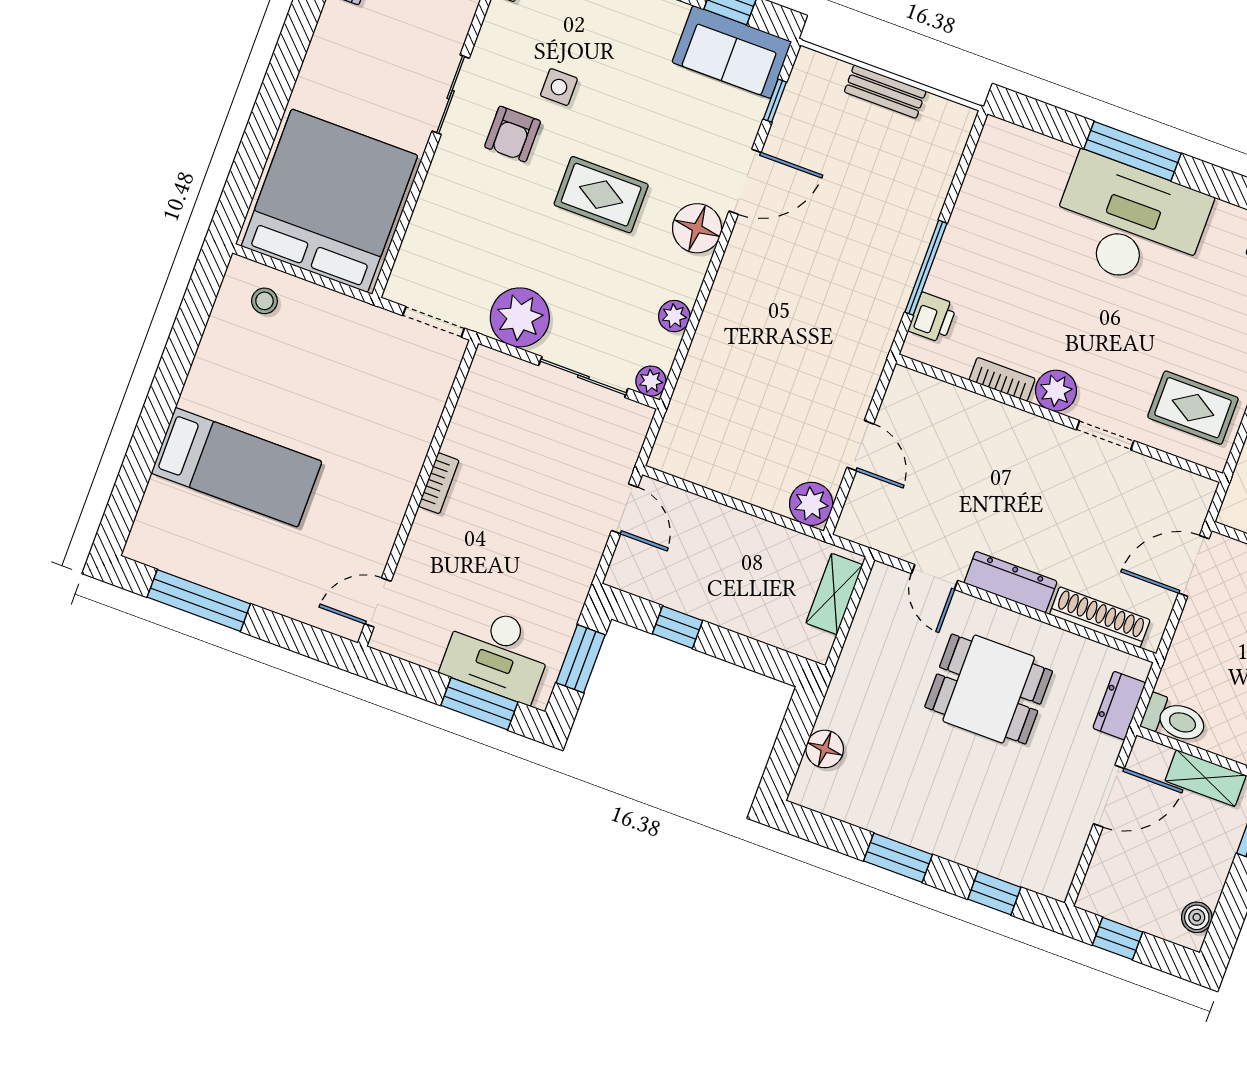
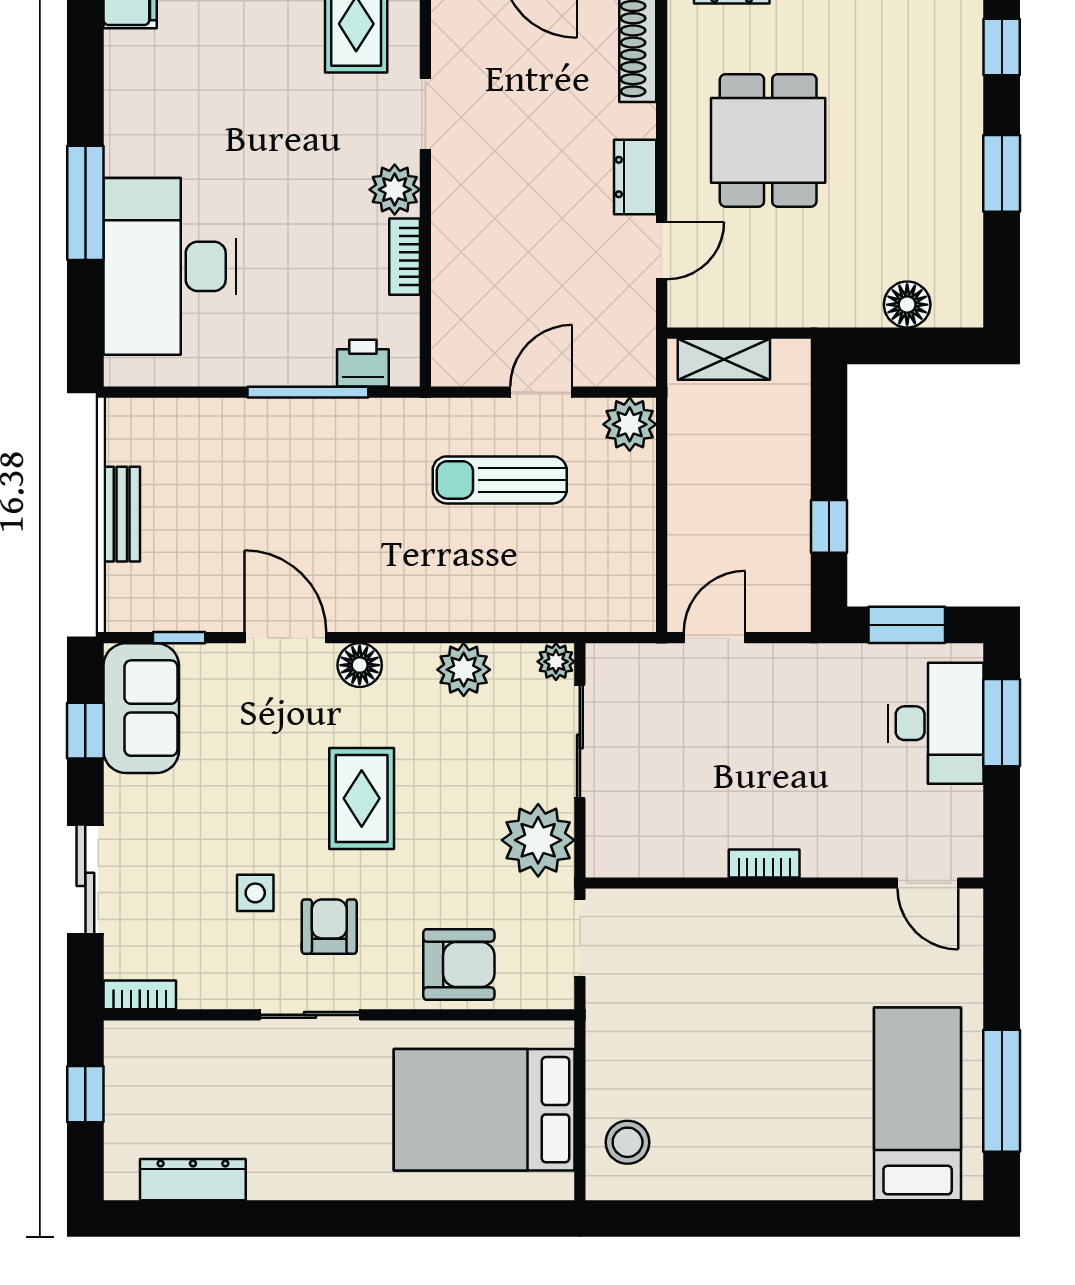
armchair: (513, 134) -> (329, 927), turned -90
bed: (330, 201) -> (484, 1110), width x0.73
armchair: (447, 222) -> (459, 965), added
desk: (1129, 223) -> (170, 266), moved
floor lamp: (697, 228) -> (360, 665), width x0.73, depth x0.73
stool: (264, 301) -> (628, 1142), width x1.37, depth x1.37
plant: (674, 316) -> (464, 670), width x1.38, depth x1.38
sun lounger: (805, 389) -> (500, 480), added
bed: (237, 467) -> (918, 1104), moved
dresser: (1011, 582) -> (635, 177), width x0.70

